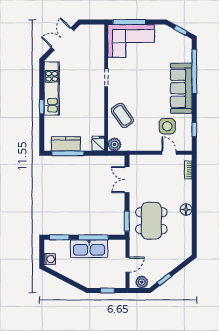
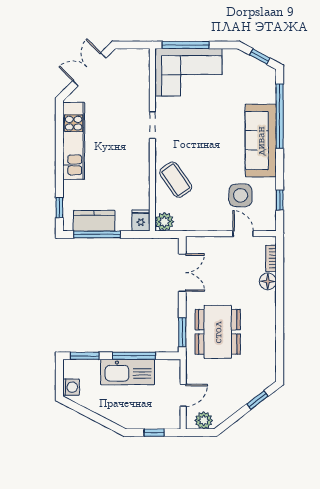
window: (42, 107) -> (59, 208), moved
double door: (127, 180) -> (182, 273), swing flipped
floor lamp: (186, 210) -> (268, 281), moved
window: (164, 279) -> (257, 400), moved

